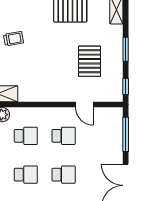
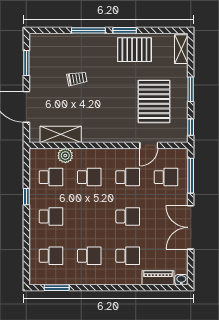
pallet: (90, 61) -> (154, 101), width x1.37, depth x1.41
door: (84, 104) -> (149, 145), hinge flipped
school desk: (26, 175) -> (166, 177), moved

